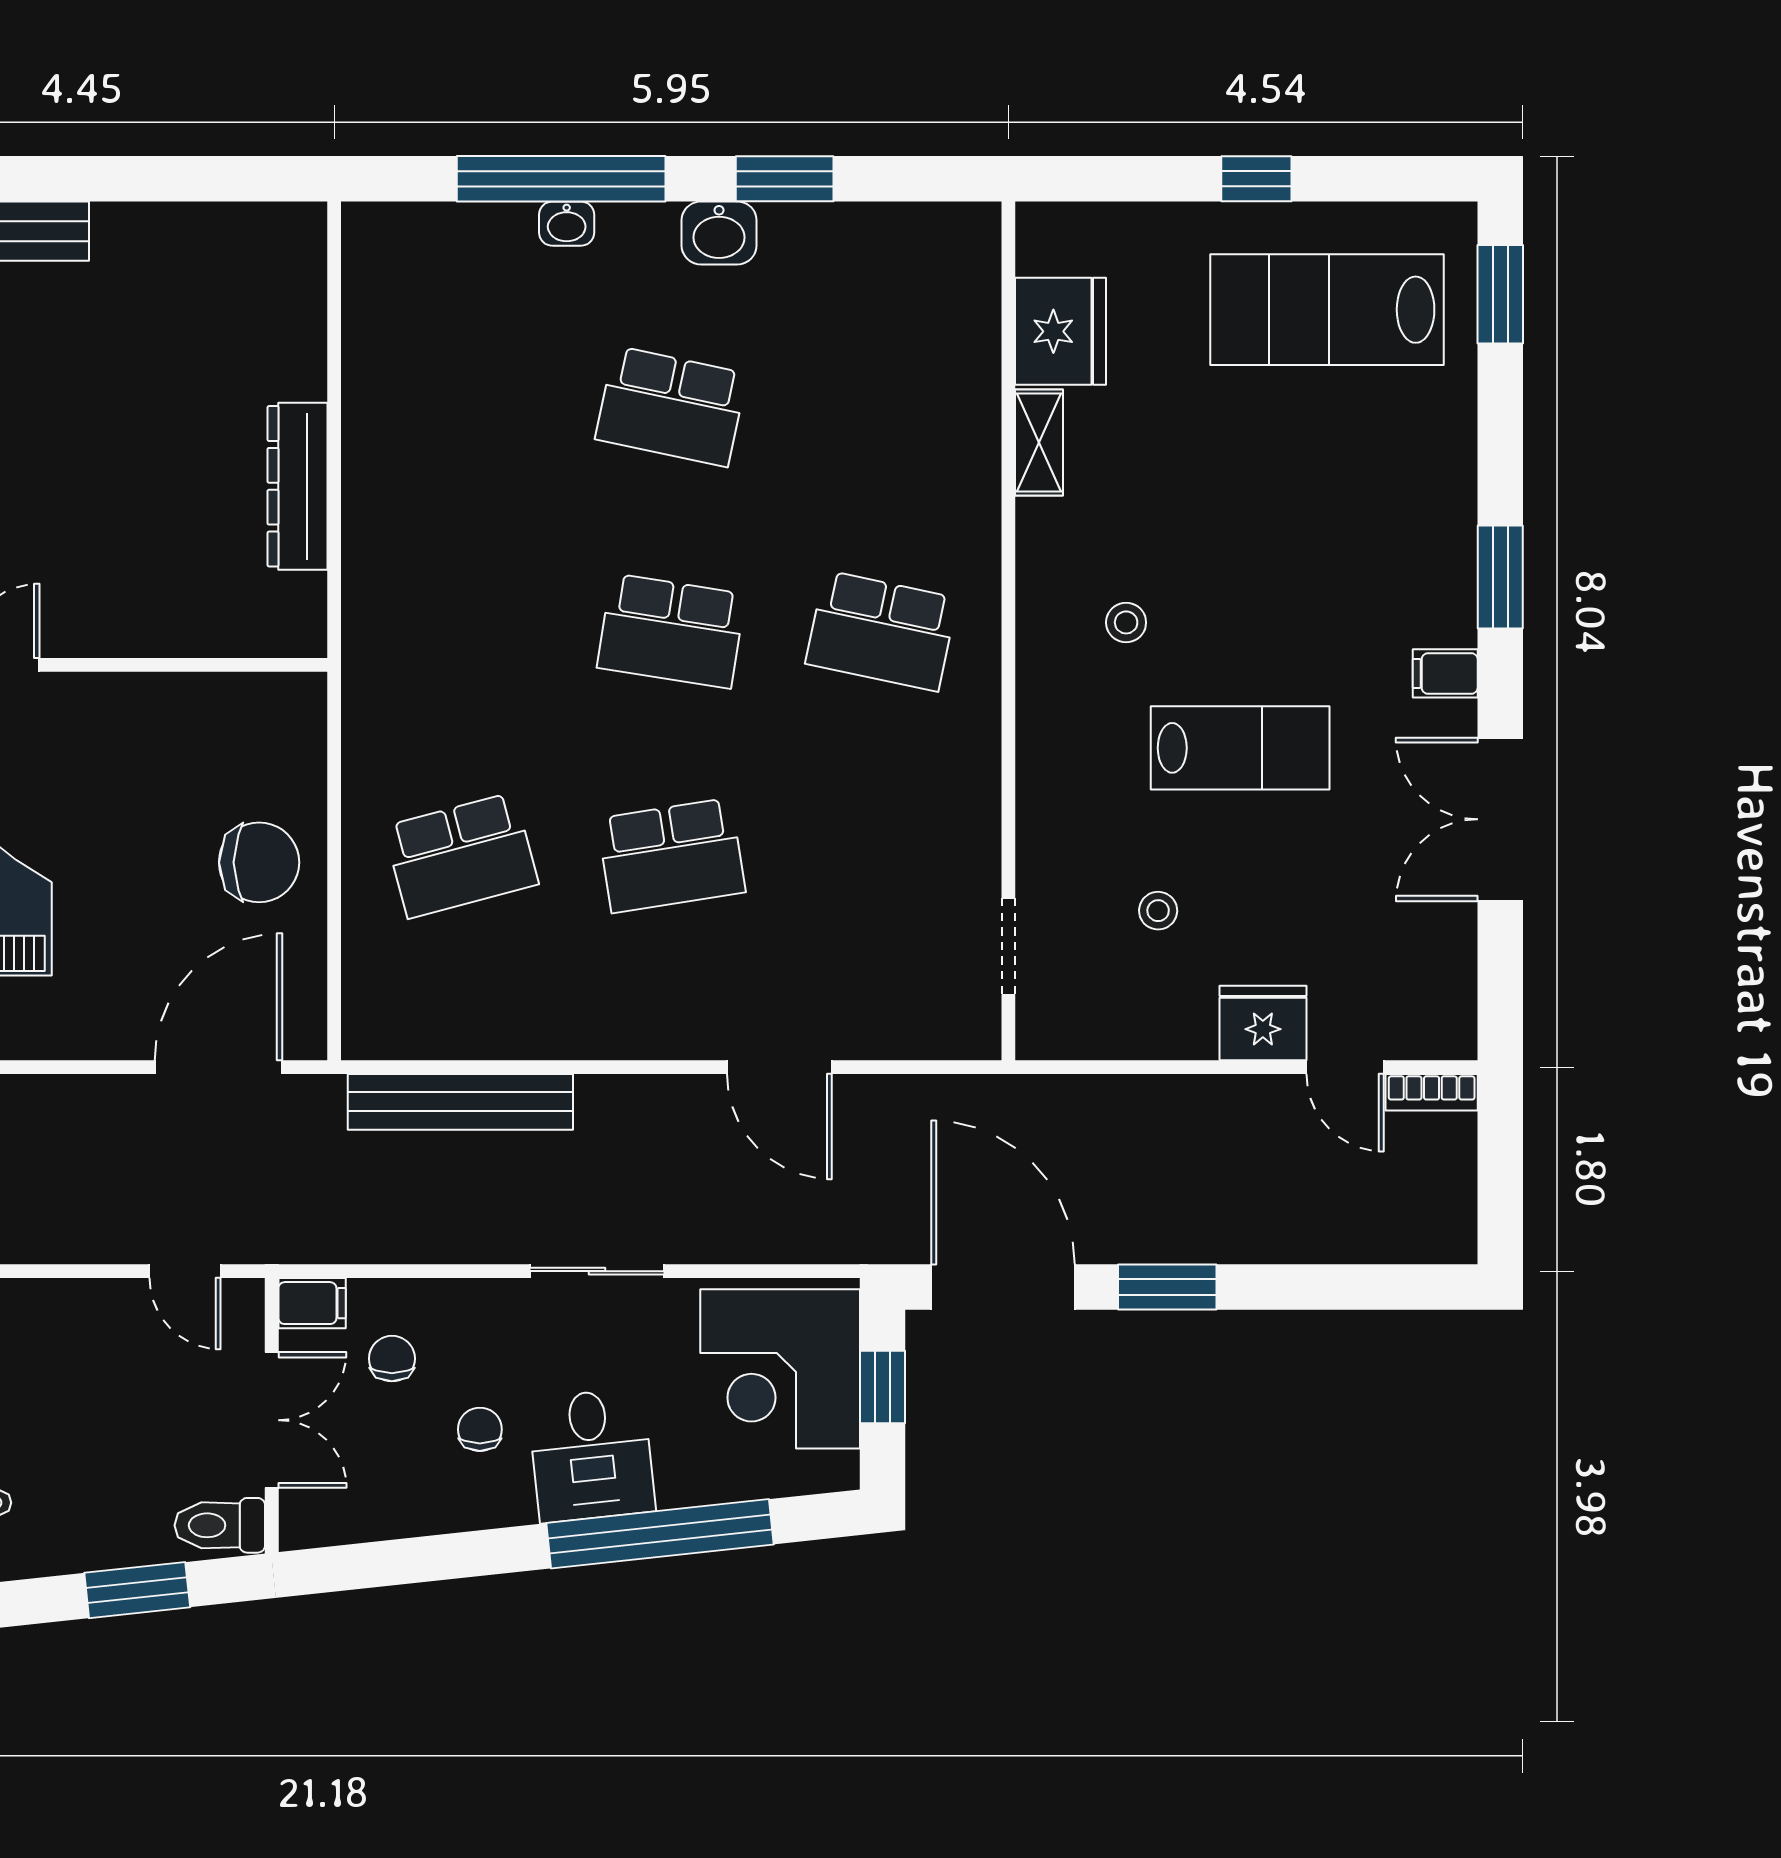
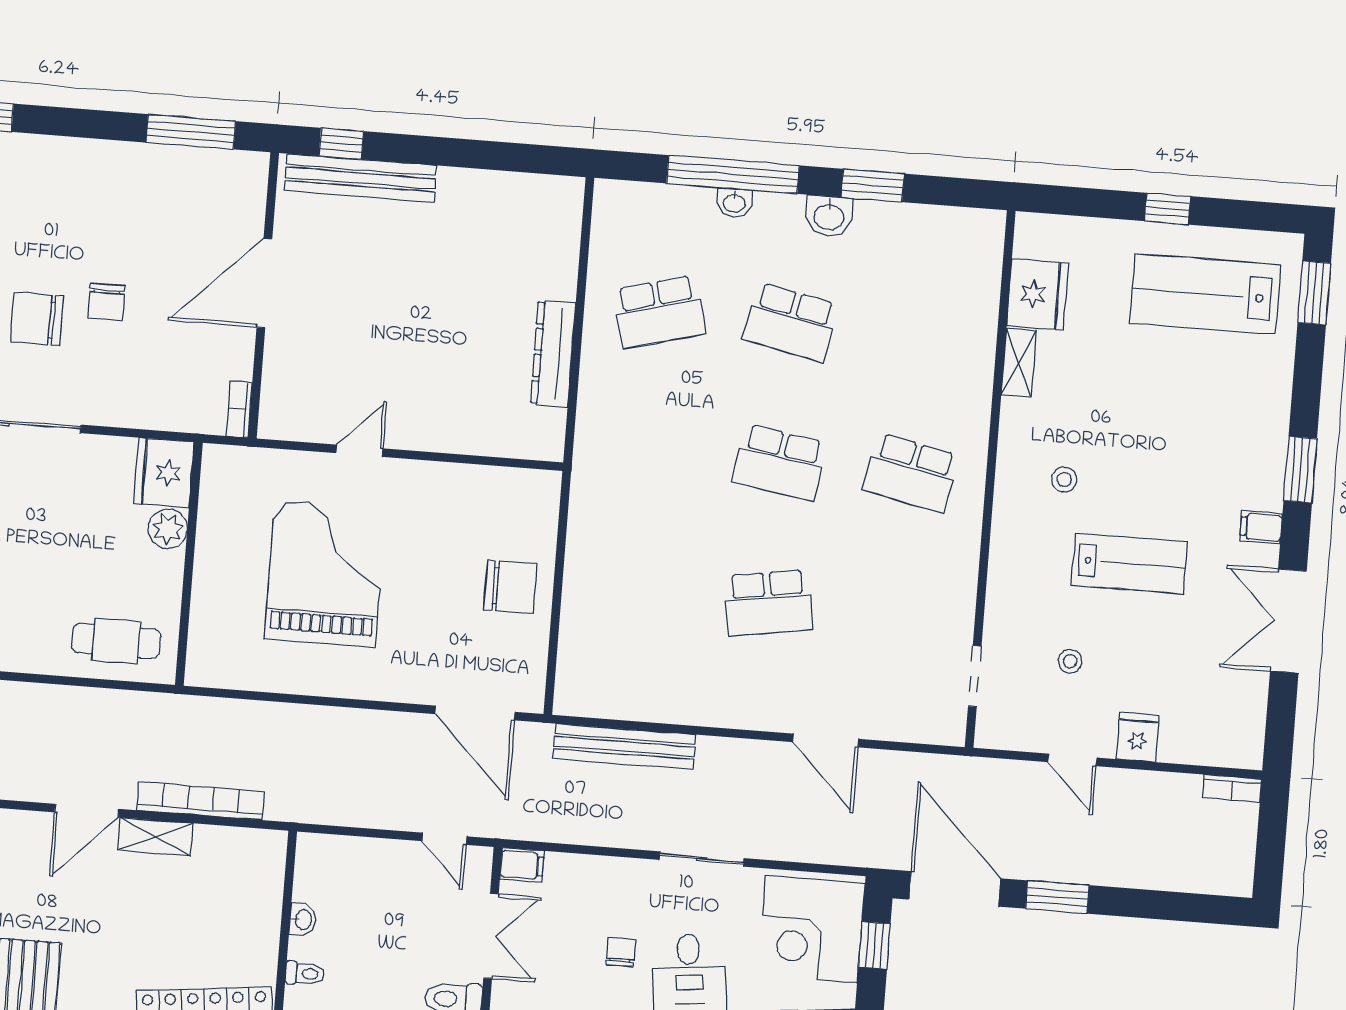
school desk: (461, 855) -> (659, 312), moved
fridge: (1263, 1023) -> (1138, 737), width x0.72
door: (218, 1067) -> (475, 713), swing flipped
door: (1345, 1067) -> (1072, 760), moved
chair: (392, 1359) -> (569, 904), removed

